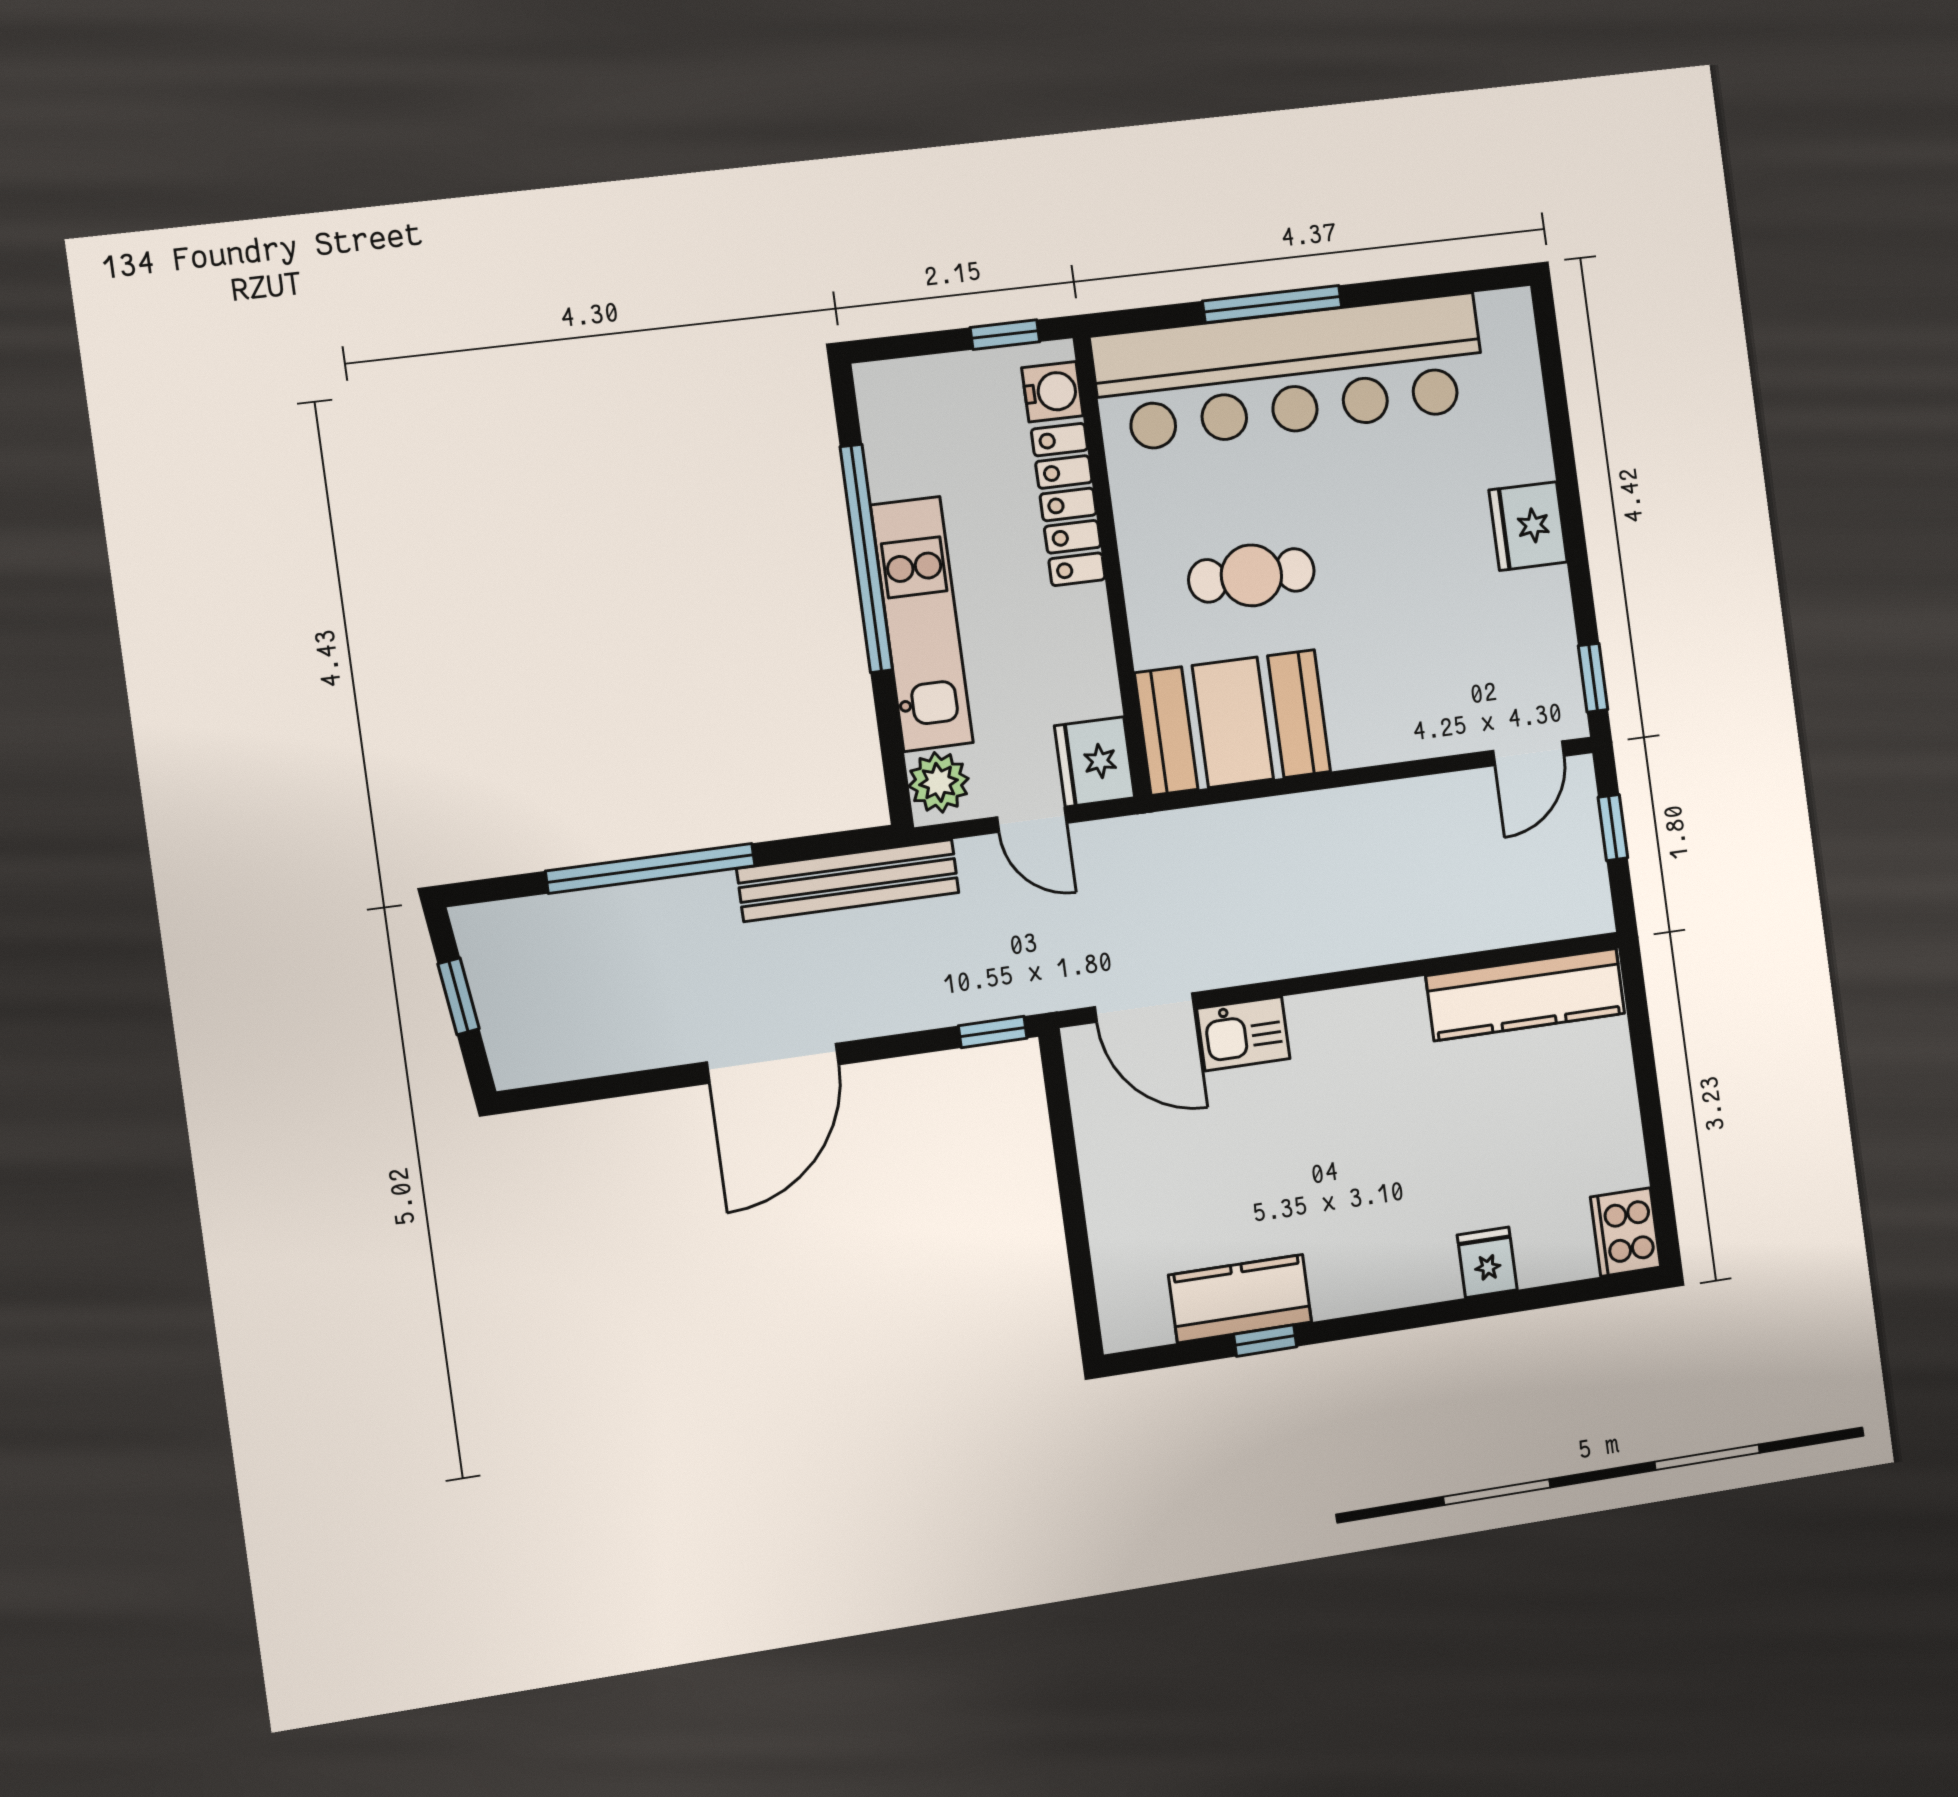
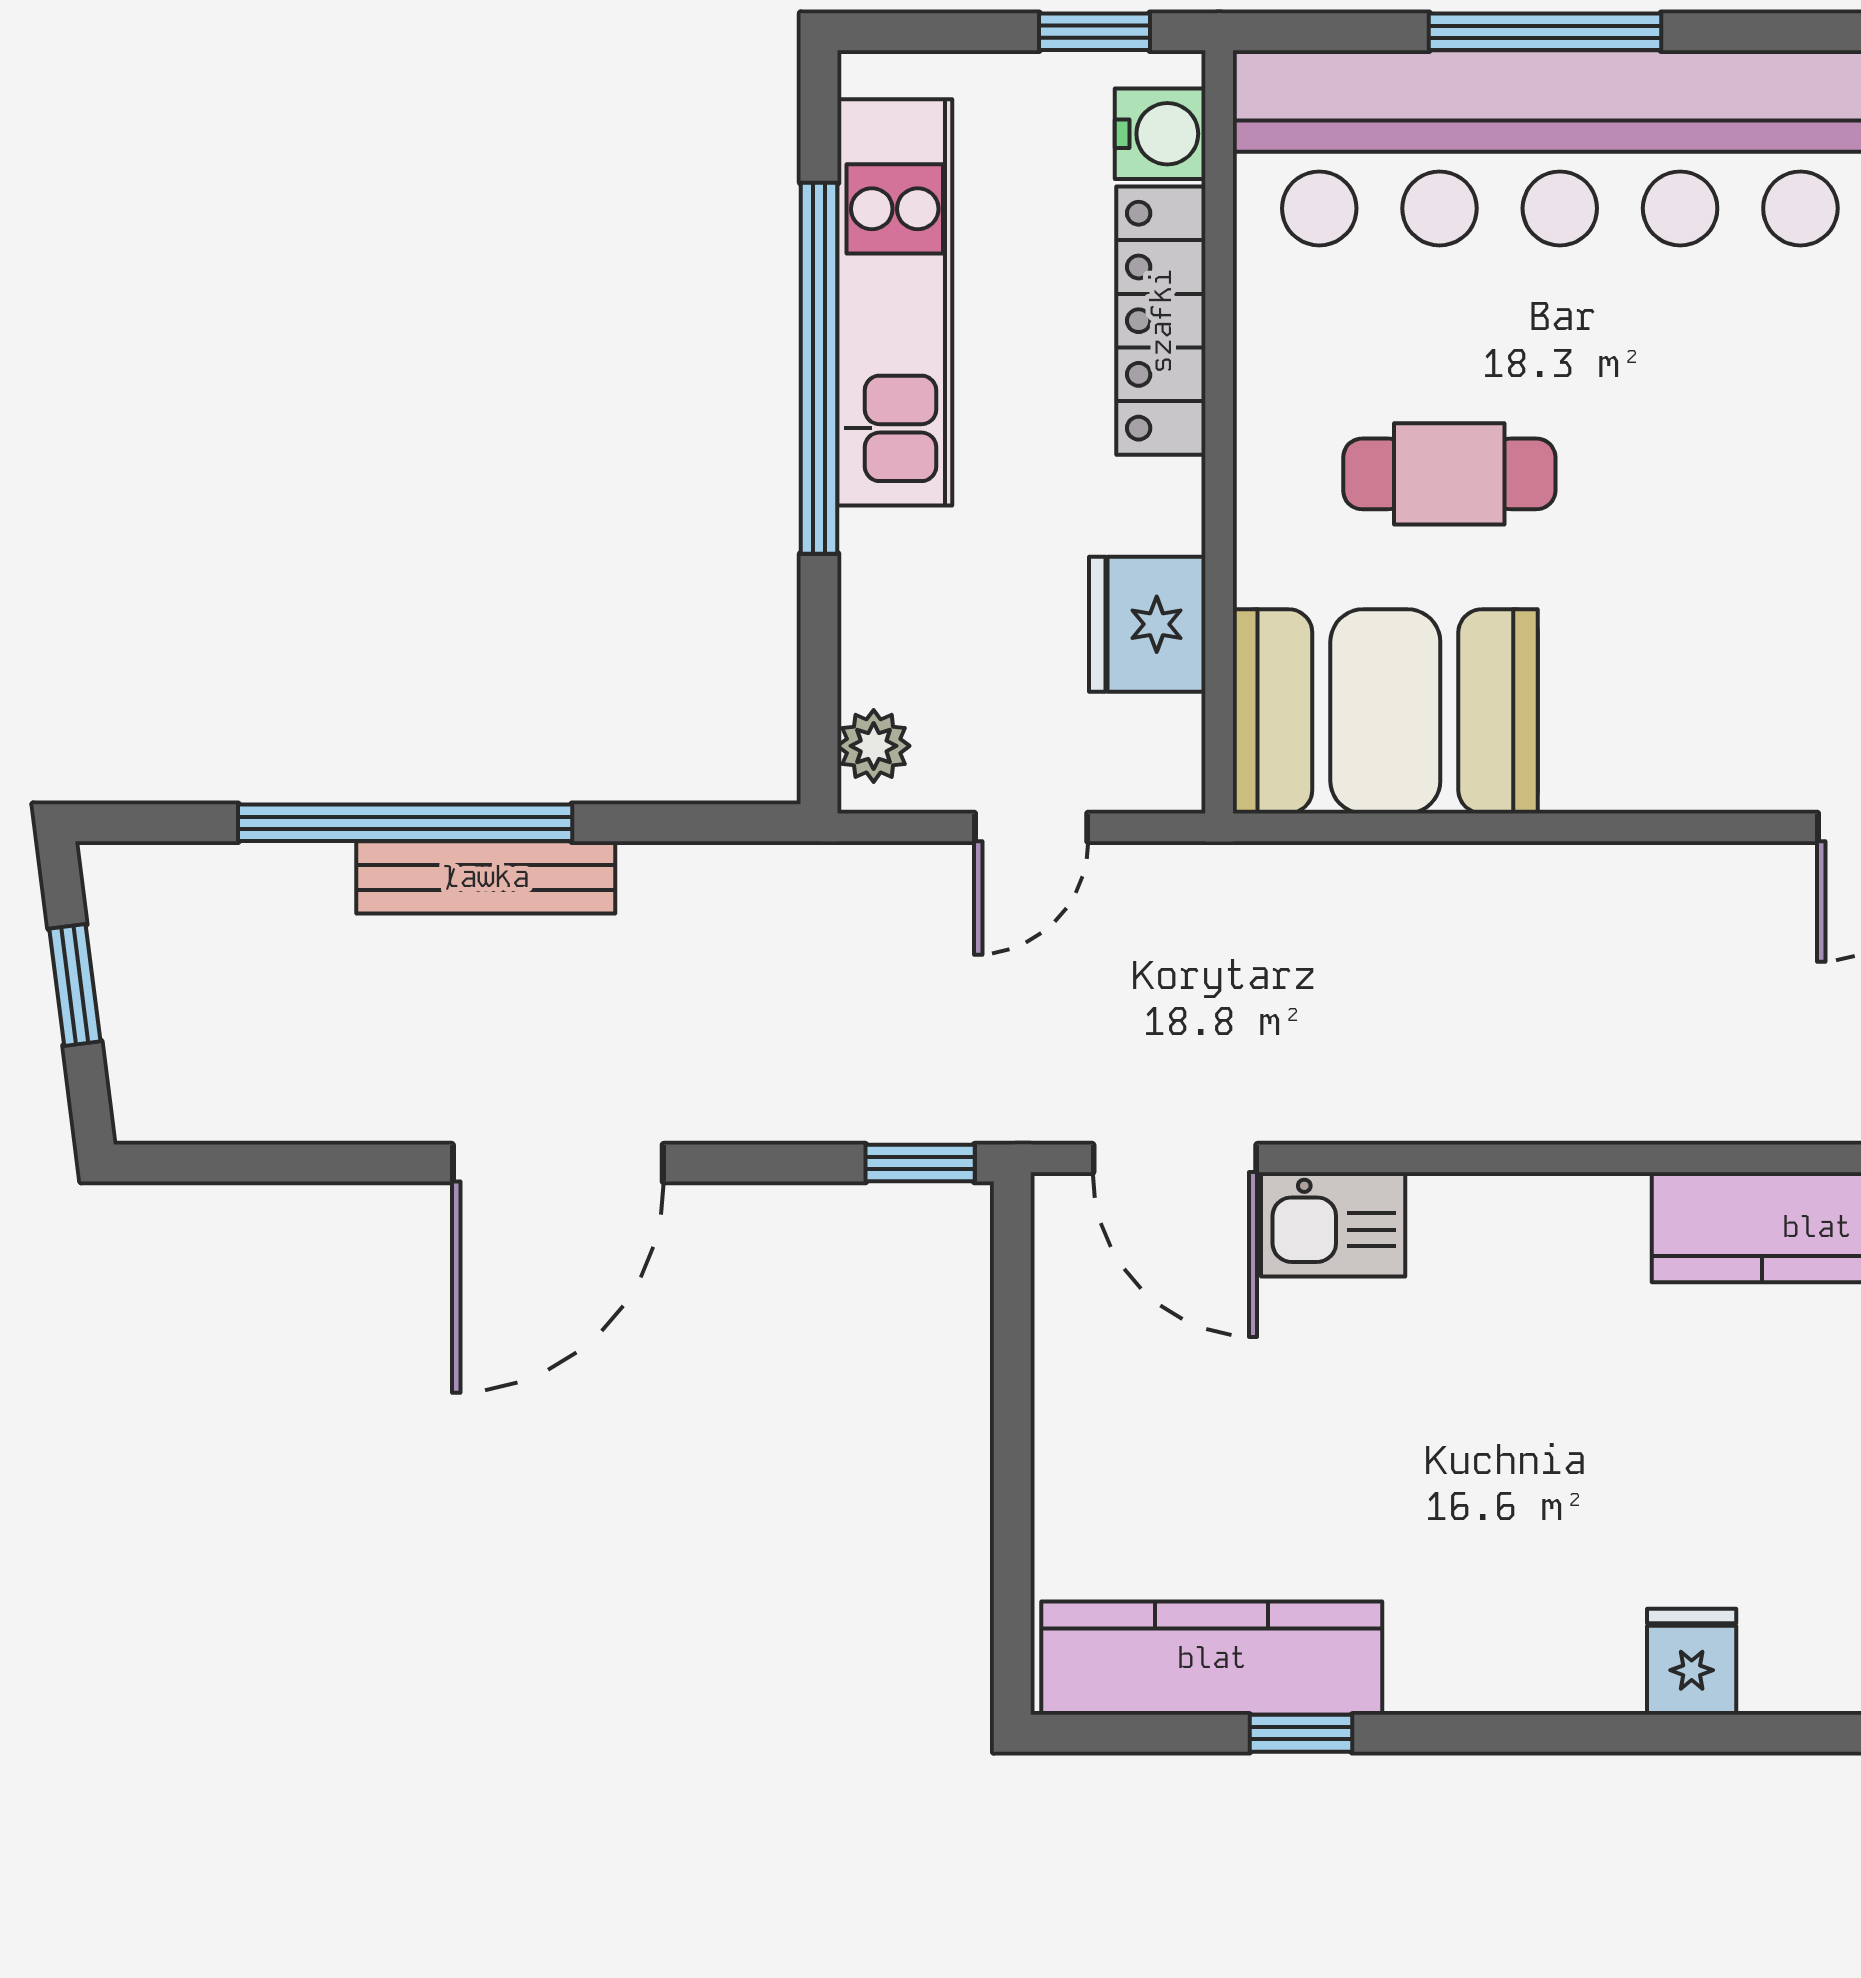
kitchen unit: (922, 624) -> (895, 302), moved
fridge: (1095, 762) -> (1147, 624), moved
plant: (939, 782) -> (874, 746), width x0.73, depth x0.73
door: (1032, 820) -> (1031, 827), hinge flipped
bench: (848, 880) -> (486, 877), moved, width x0.73, depth x0.82
kitchen counter: (1240, 1299) -> (1212, 1658), width x1.50

